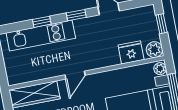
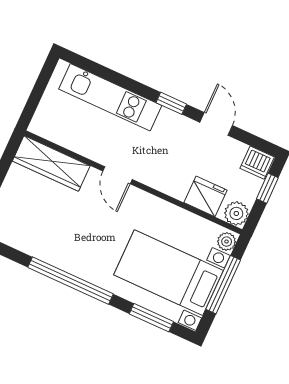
dishwasher: (146, 14) -> (257, 163), added
window: (42, 22) -> (123, 81), removed
door: (75, 75) -> (117, 175), hinge flipped

